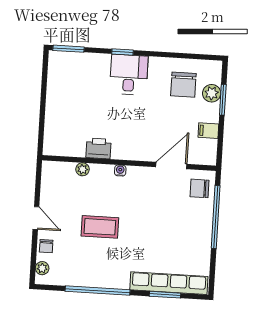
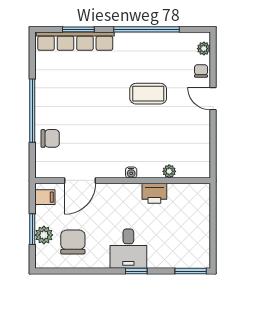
printer: (98, 148) -> (154, 193), moved
wall: (129, 163) -> (123, 181), moved
door: (171, 166) -> (80, 181), moved
plant: (82, 169) -> (169, 171), moved
water cooler: (120, 171) -> (131, 172), moved

